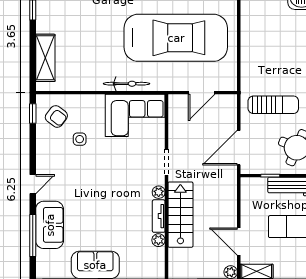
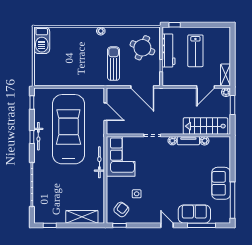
stairs: (180, 215) -> (205, 126), moved

